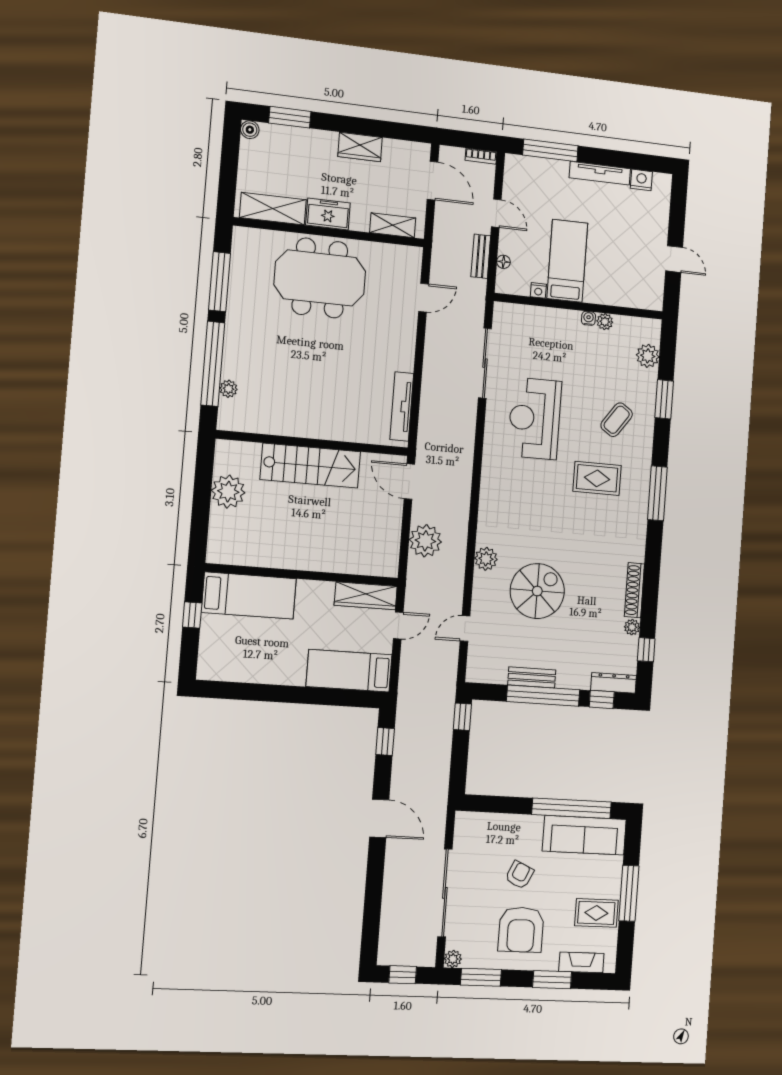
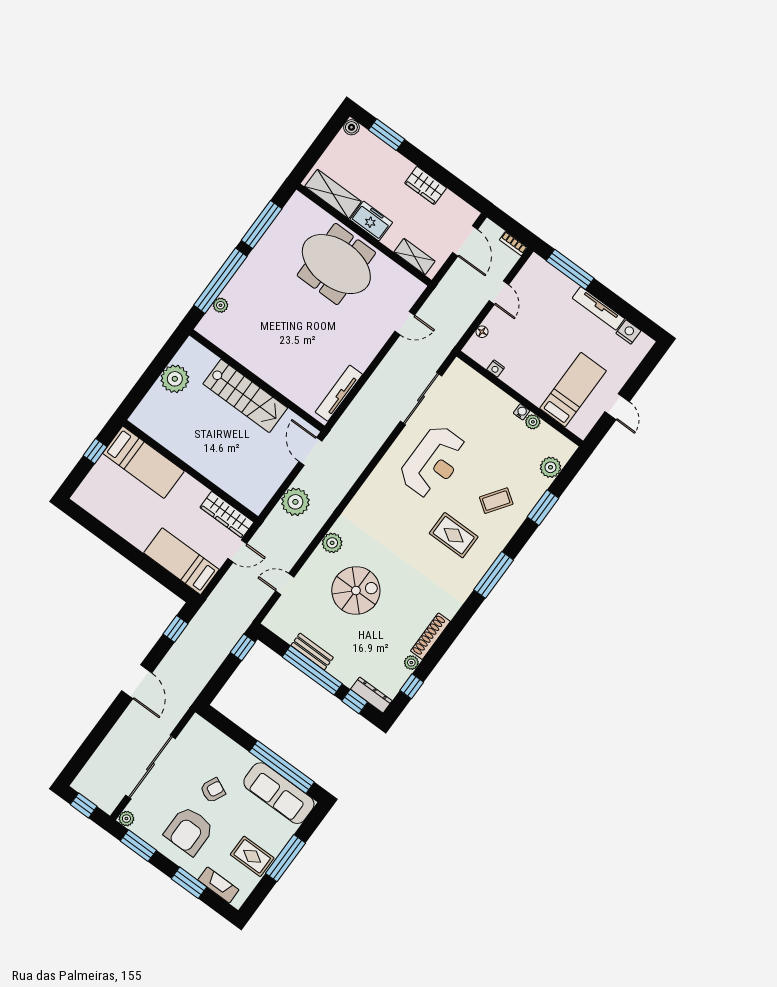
bench: (481, 256) -> (467, 318), removed
bed: (567, 261) -> (573, 390), moved
reception desk: (535, 418) -> (433, 462), turned 180

